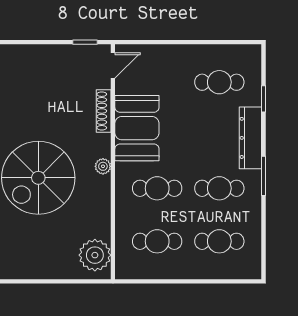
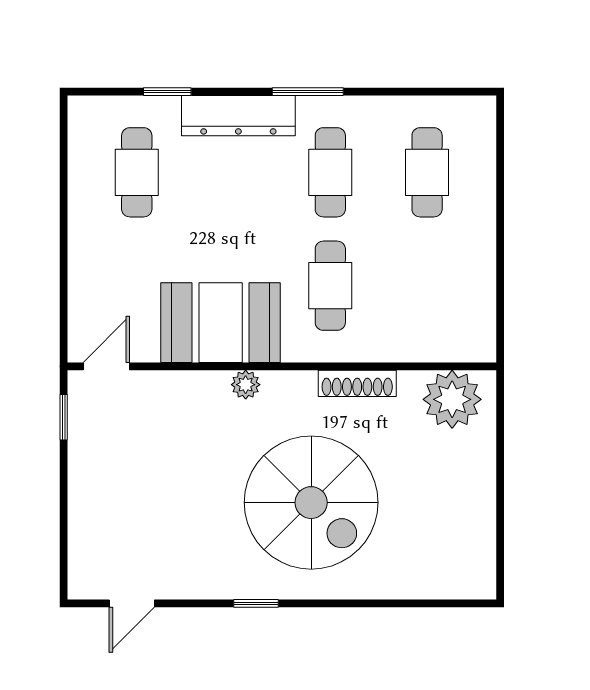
door: (113, 65) -> (106, 366), hinge flipped
shoe rack: (104, 111) -> (357, 383), moved
plant: (103, 166) -> (246, 385), moved
cafe table: (157, 241) -> (427, 286), removed

